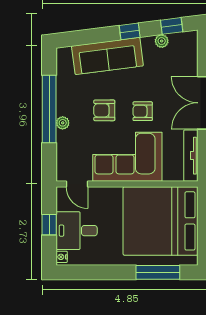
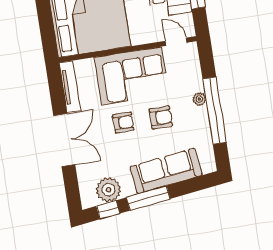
window: (130, 31) -> (148, 198), width x2.17
plant: (162, 41) -> (109, 190), width x1.88, depth x1.88

